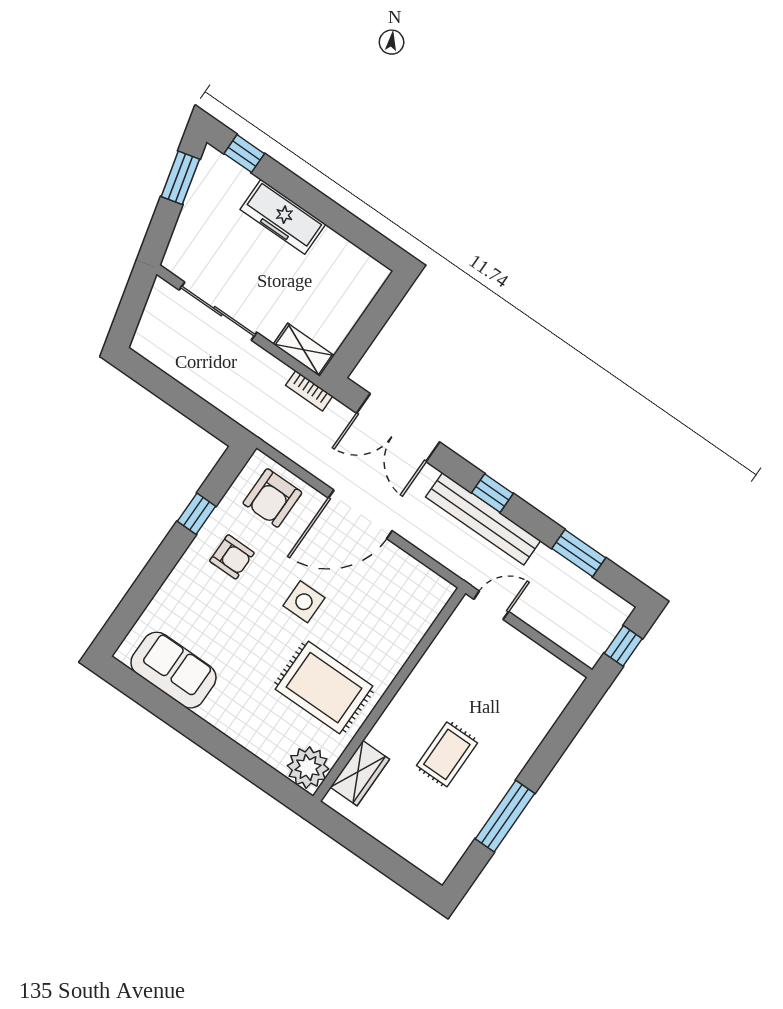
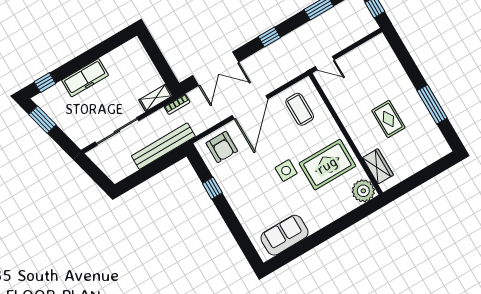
bench: (483, 519) -> (163, 146), moved
armchair: (232, 557) -> (242, 180), removed
coffee table: (395, 599) -> (300, 109), added
side table: (304, 602) -> (286, 171), moved
door: (491, 605) -> (325, 63), swing flipped

